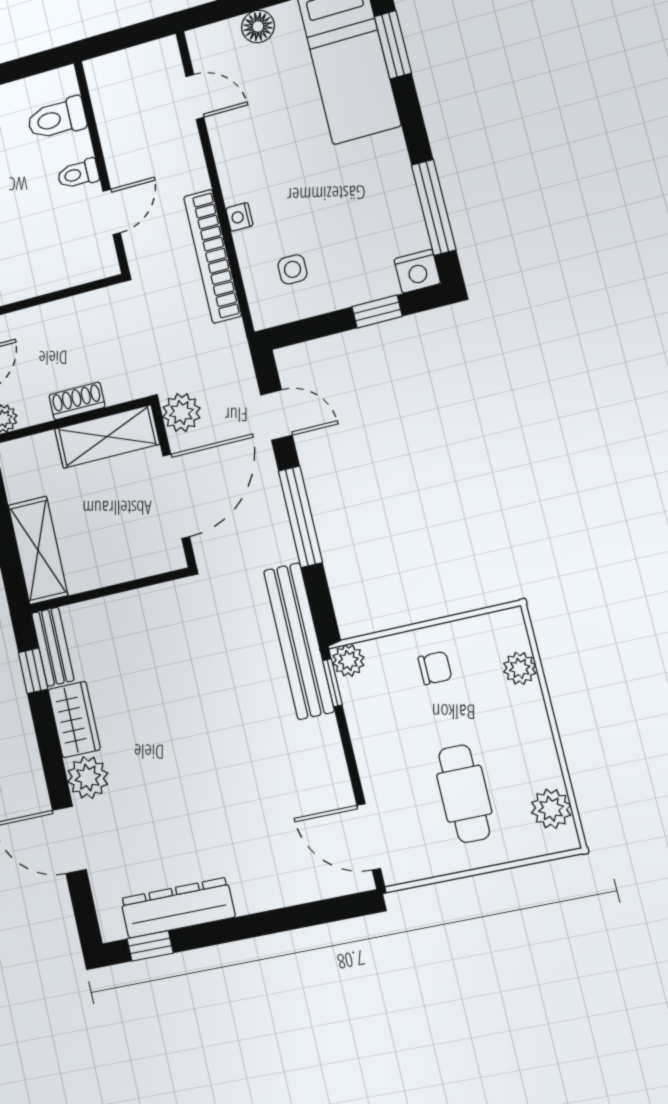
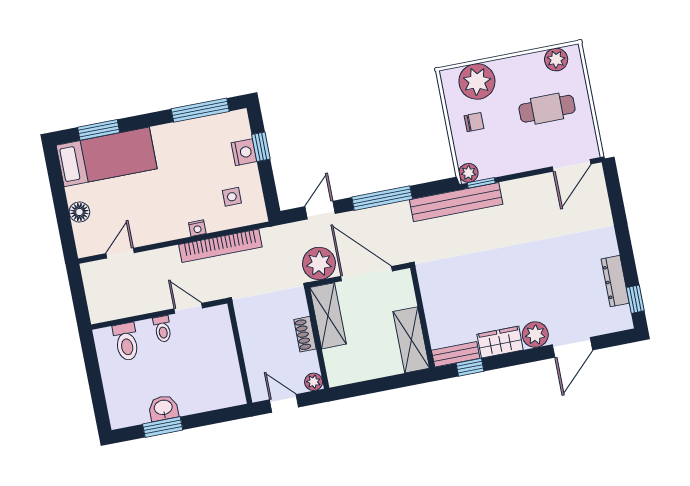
nightstand: (417, 271) -> (244, 152), moved
plant: (181, 412) -> (319, 264), width x1.36, depth x1.36
shelving: (38, 550) -> (411, 340), moved, turned 90
chair: (435, 668) -> (474, 122), turned 90
plant: (520, 668) -> (477, 81), width x1.87, depth x1.87
dresser: (178, 908) -> (615, 281), width x0.73, depth x0.80

